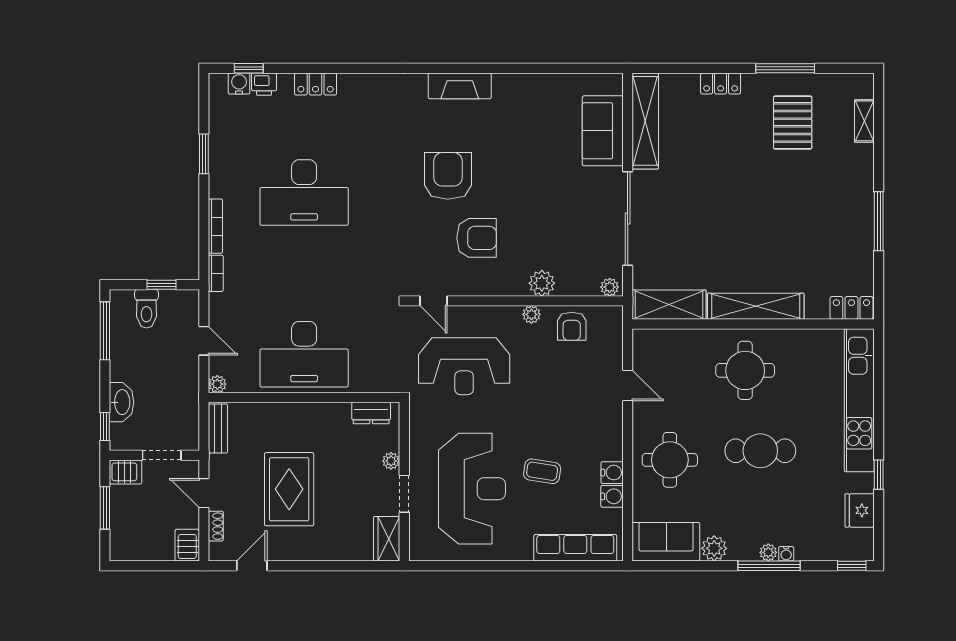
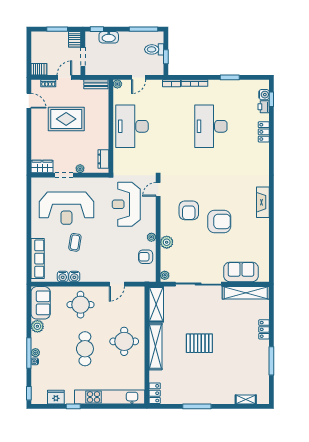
pallet: (793, 122) -> (199, 343), moved
armchair: (448, 176) -> (219, 221), moved

